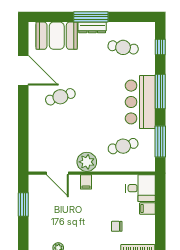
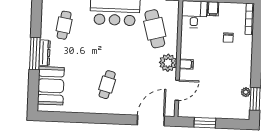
door: (23, 70) -> (151, 121), moved
cafe table: (60, 97) -> (107, 85), turned 33
cafe table: (123, 146) -> (155, 29), width x1.37, depth x1.35

